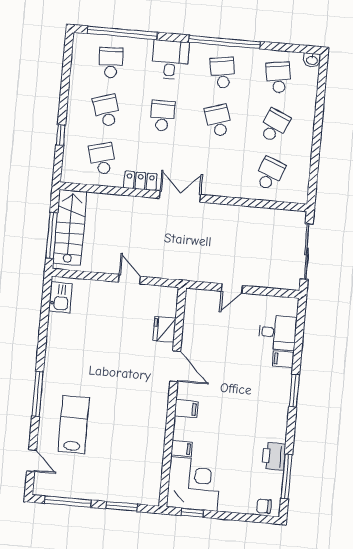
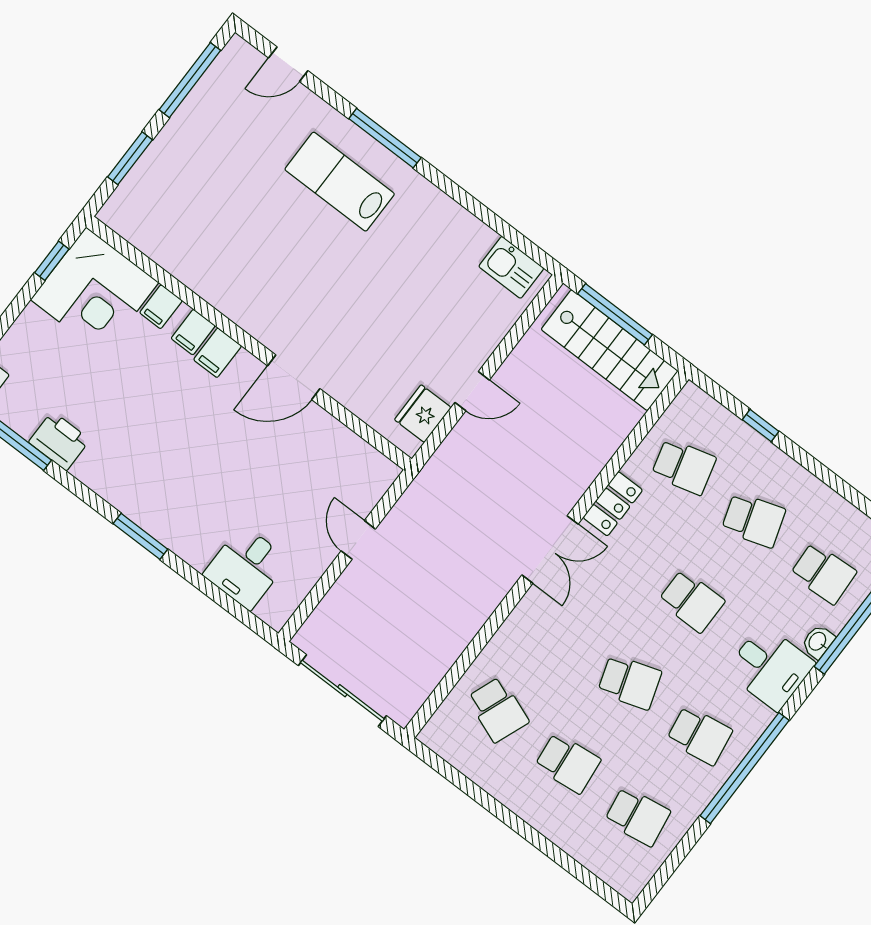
washbasin: (312, 60) -> (818, 642), moved
school desk: (274, 126) -> (568, 763), turned -30
fridge: (165, 329) -> (423, 414), moved, turned -90
filing cabinet: (283, 359) -> (193, 332), moved, turned 180
lab bench: (74, 425) -> (340, 182), moved, turned 180

